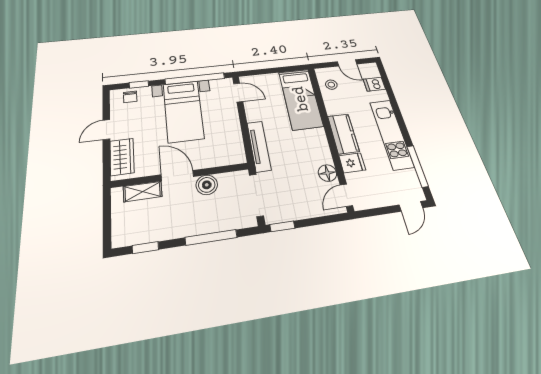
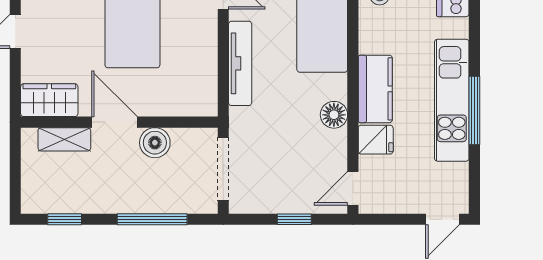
tv unit: (259, 146) -> (240, 63), moved
wardrobe: (122, 157) -> (49, 100), moved, turned -90
window: (417, 166) -> (474, 111), moved
floor lamp: (327, 173) -> (334, 115), moved
window: (282, 226) -> (294, 219), moved

